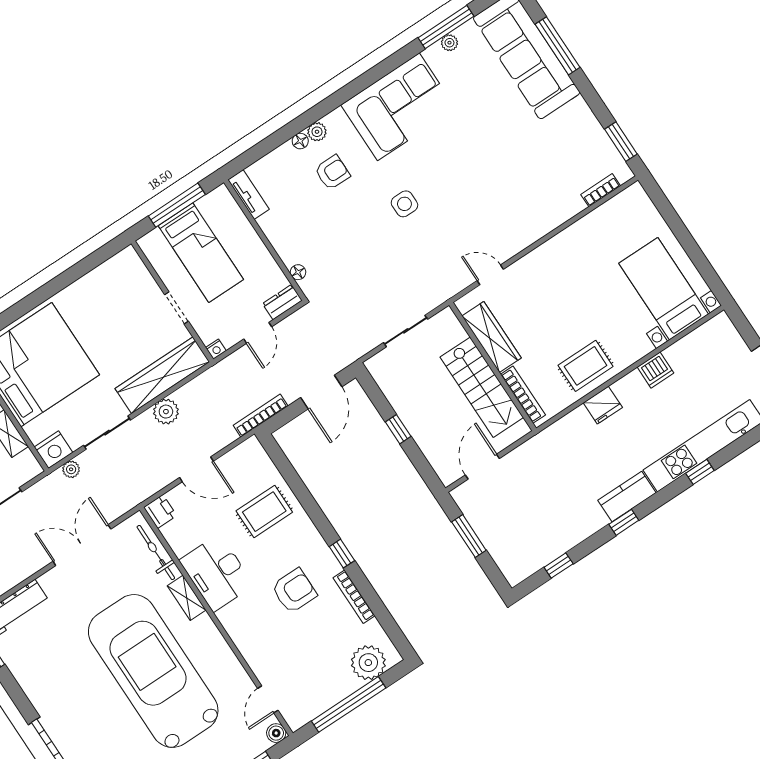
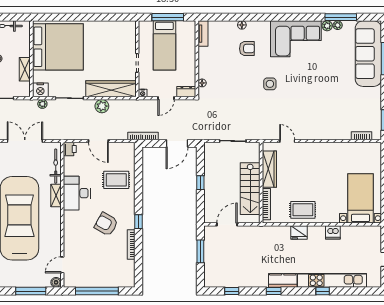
plant: (317, 132) -> (327, 26), moved
armchair: (294, 591) -> (106, 224), turned -151
plant: (368, 663) -> (118, 278), removed

